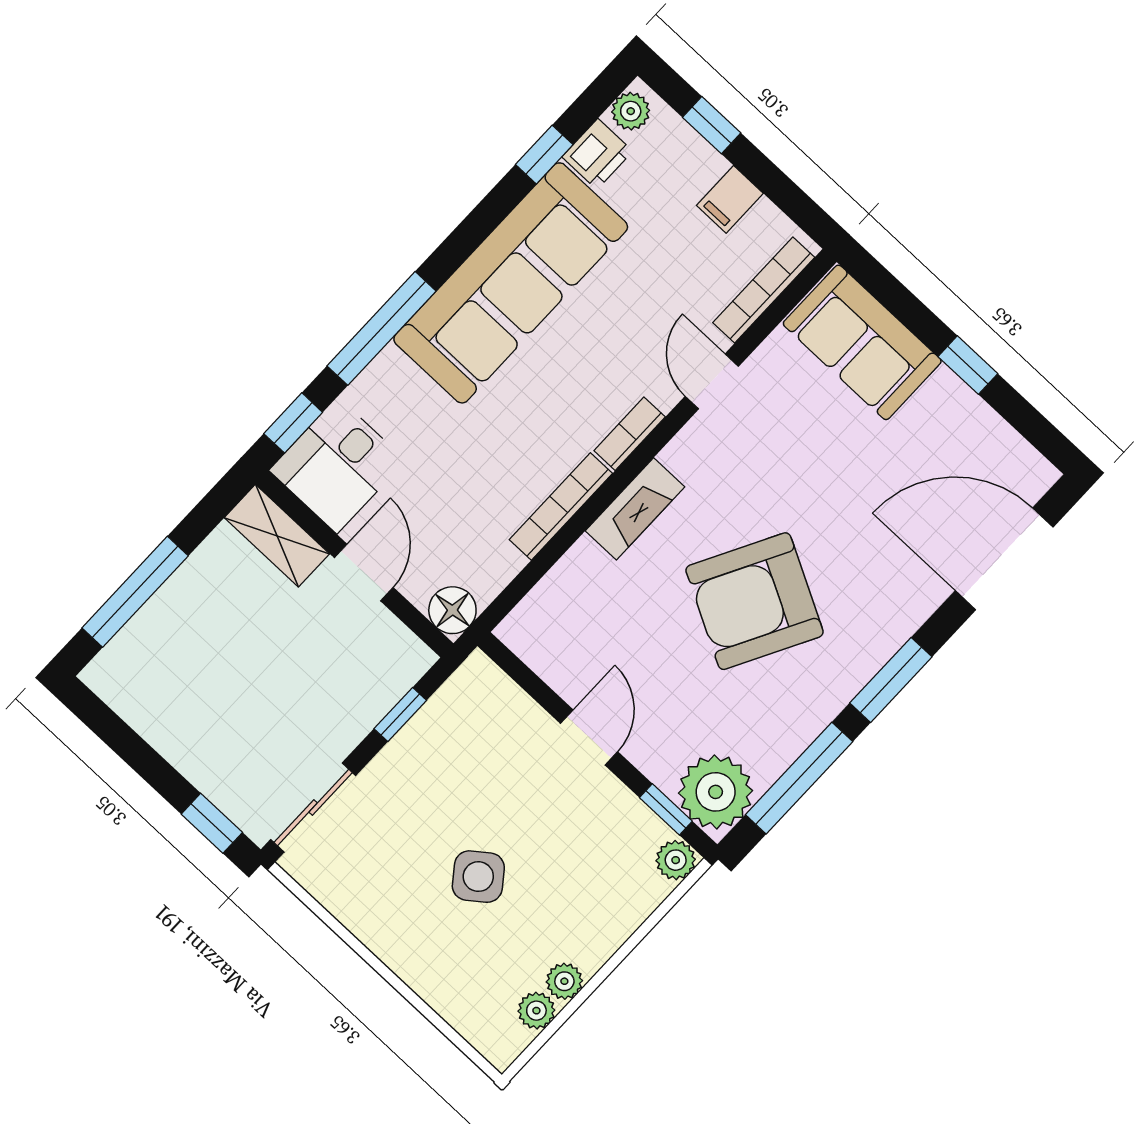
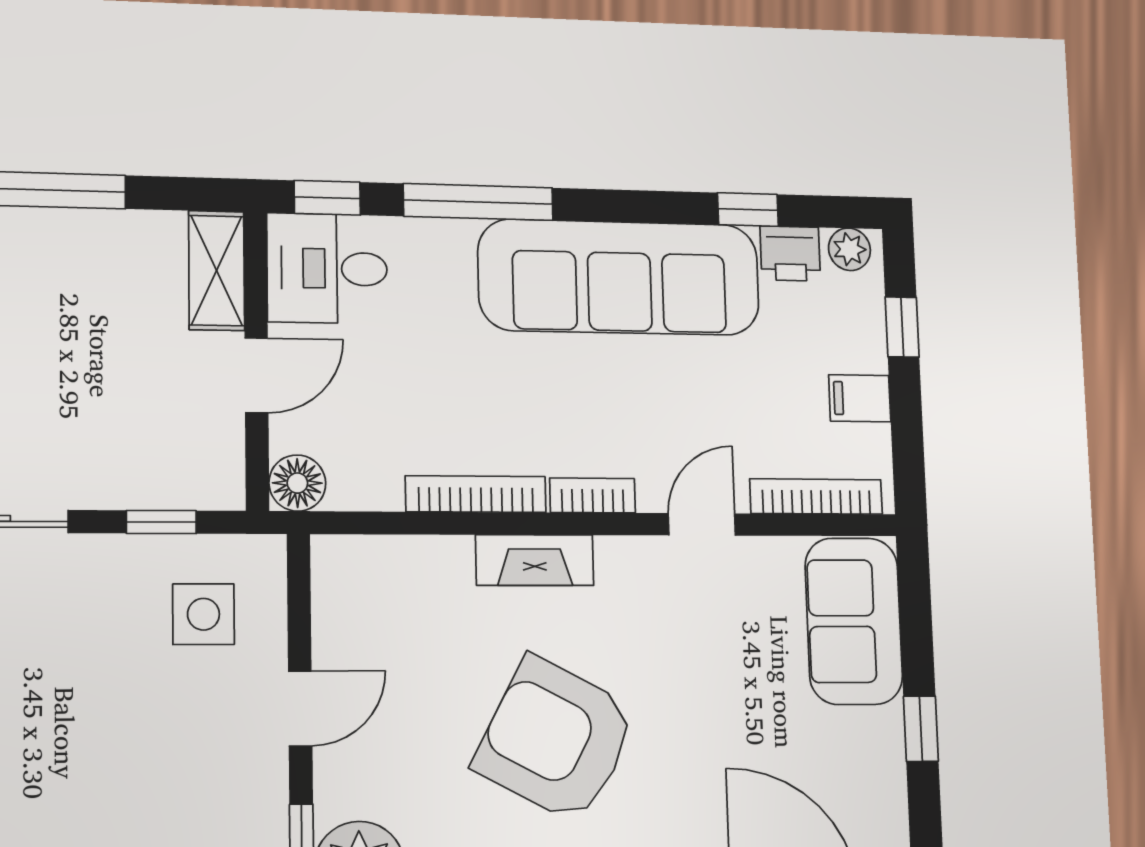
side table: (478, 877) -> (203, 614), moved, turned 37

